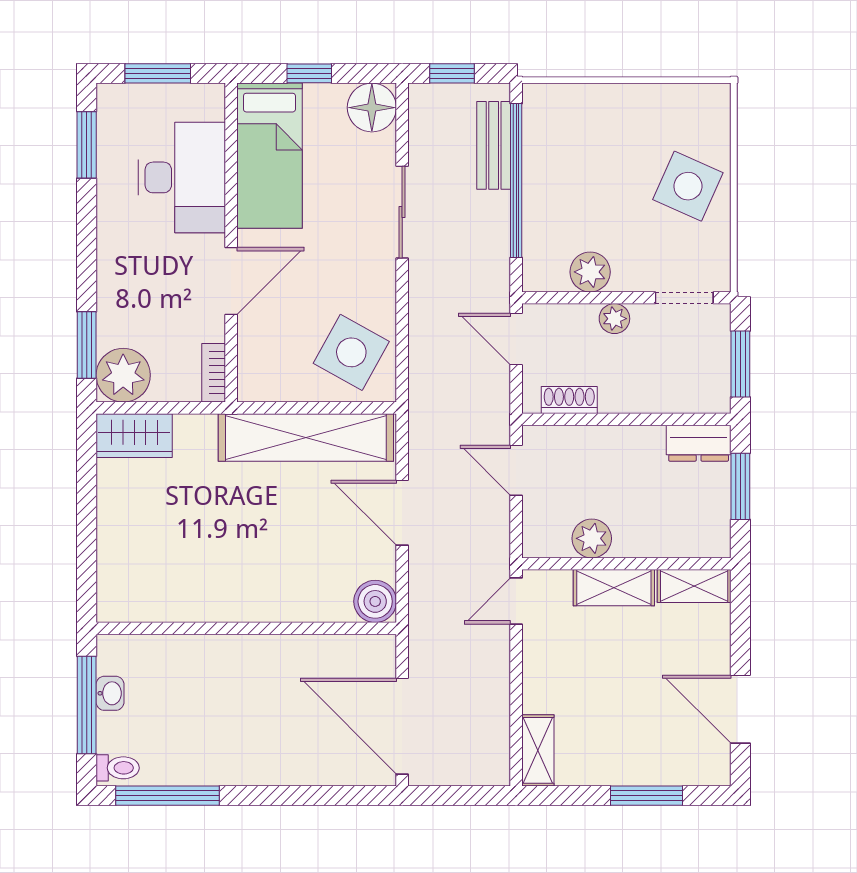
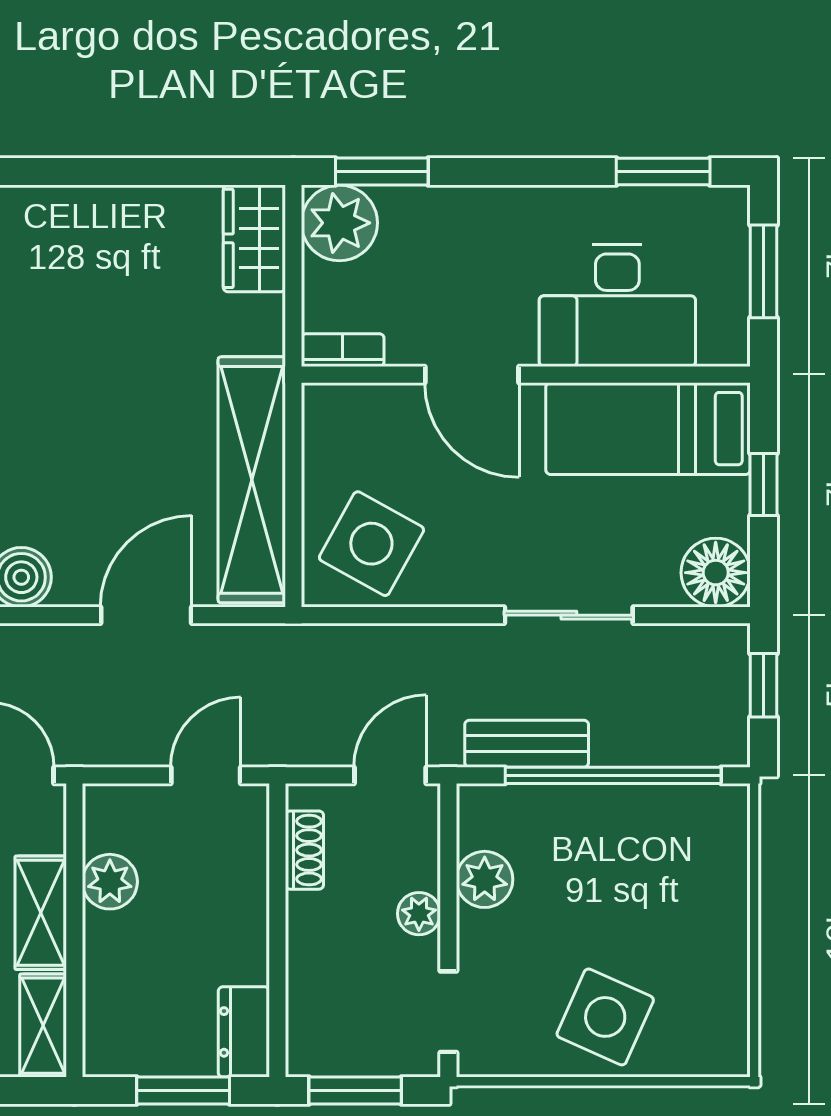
bench: (494, 145) -> (527, 744), moved

